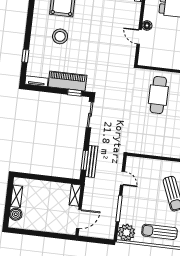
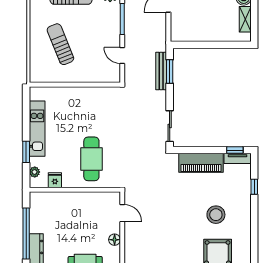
door: (139, 37) -> (122, 213), moved
window: (75, 93) -> (235, 150), moved
shelving: (75, 195) -> (176, 29), removed

